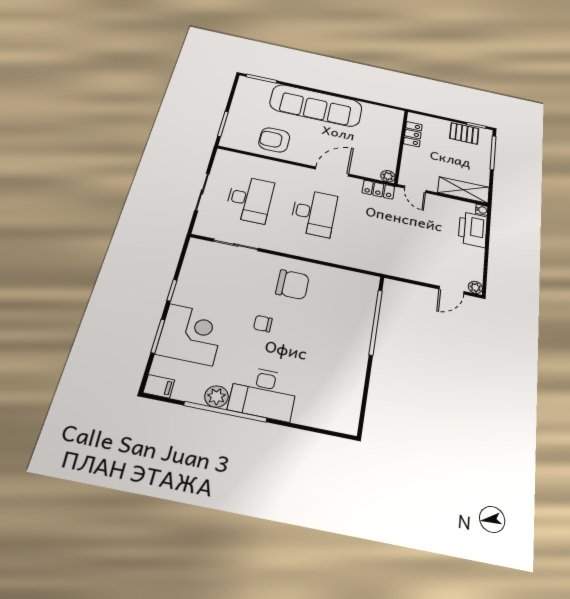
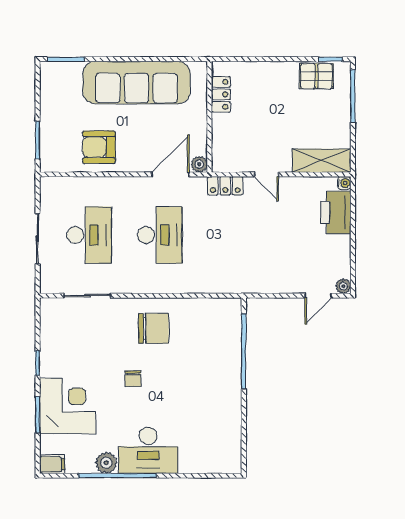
locker: (413, 134) -> (221, 94), moved
wall: (401, 146) -> (209, 117), moved
plant: (388, 176) -> (199, 164), moved
chair: (263, 324) -> (133, 379), turned -90

